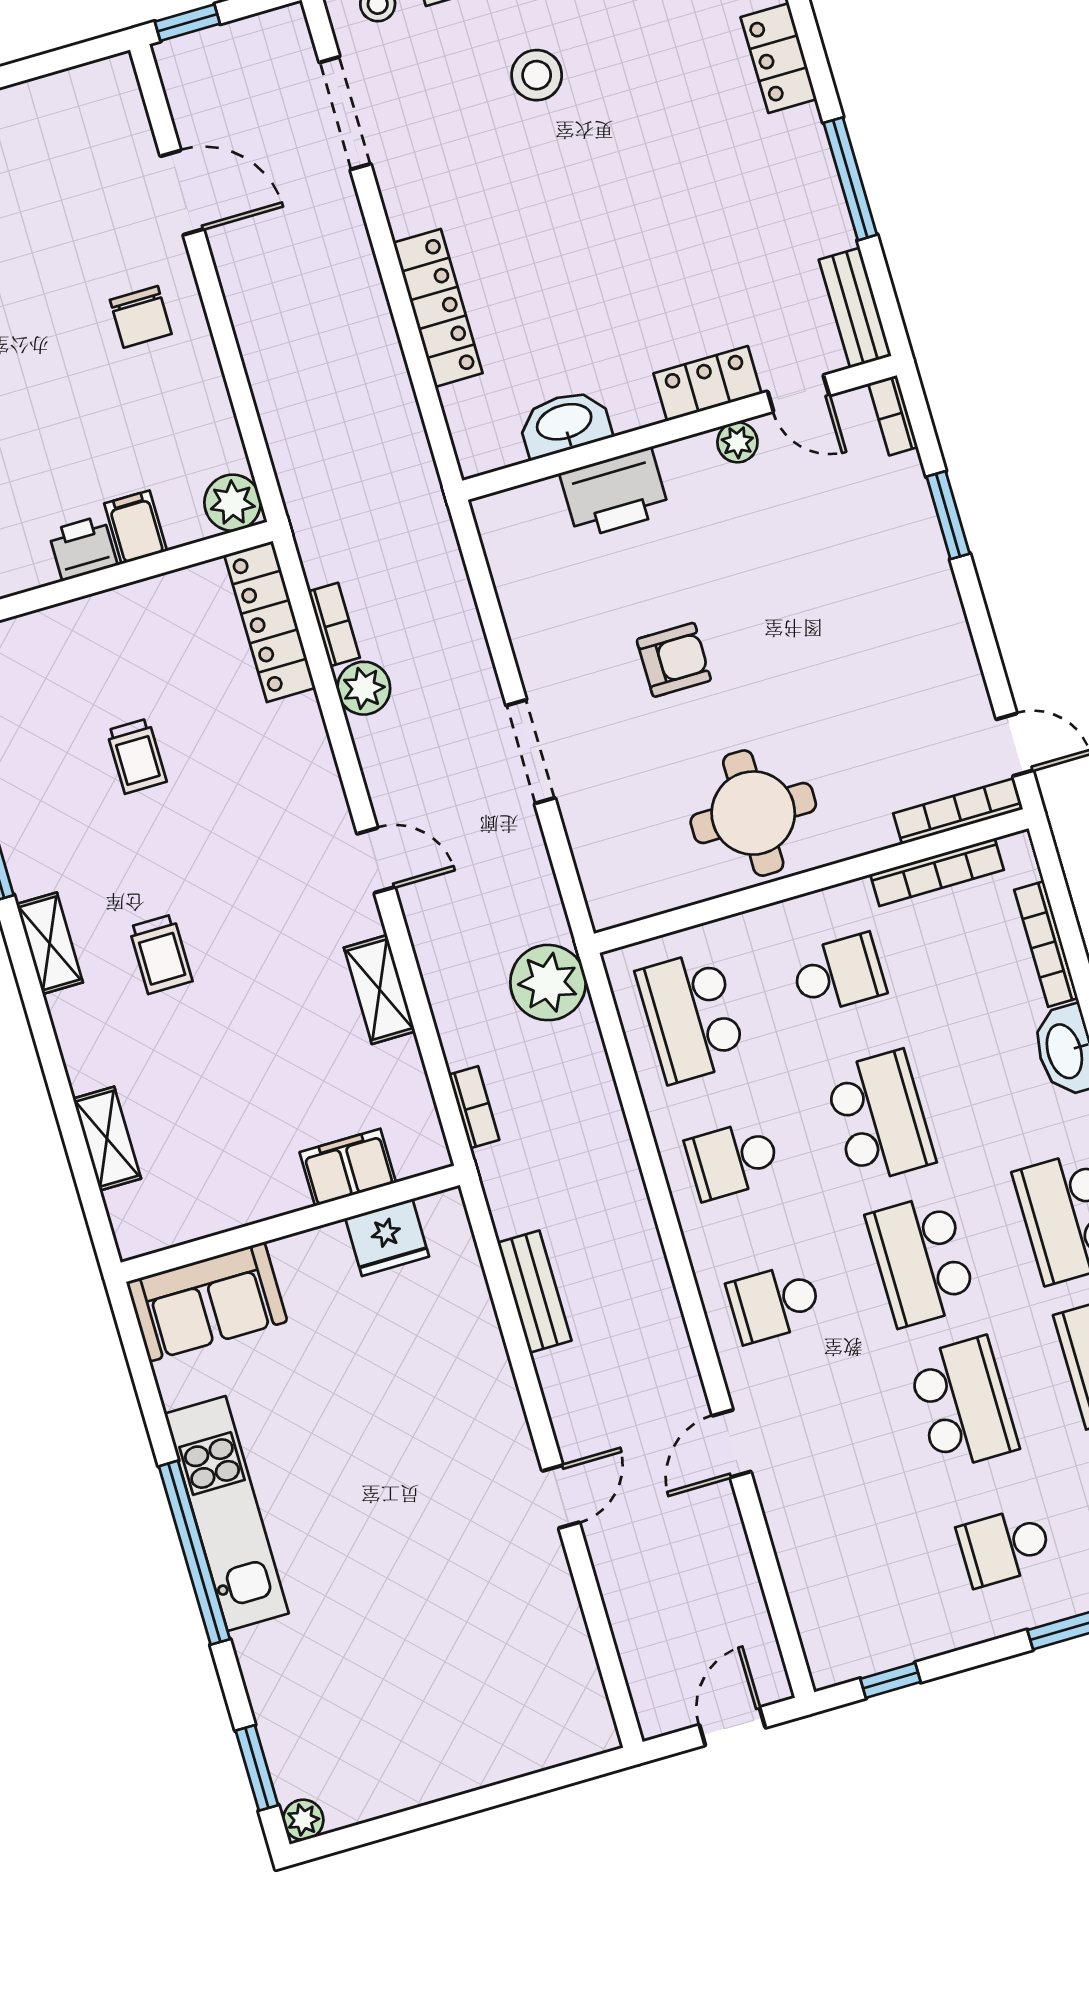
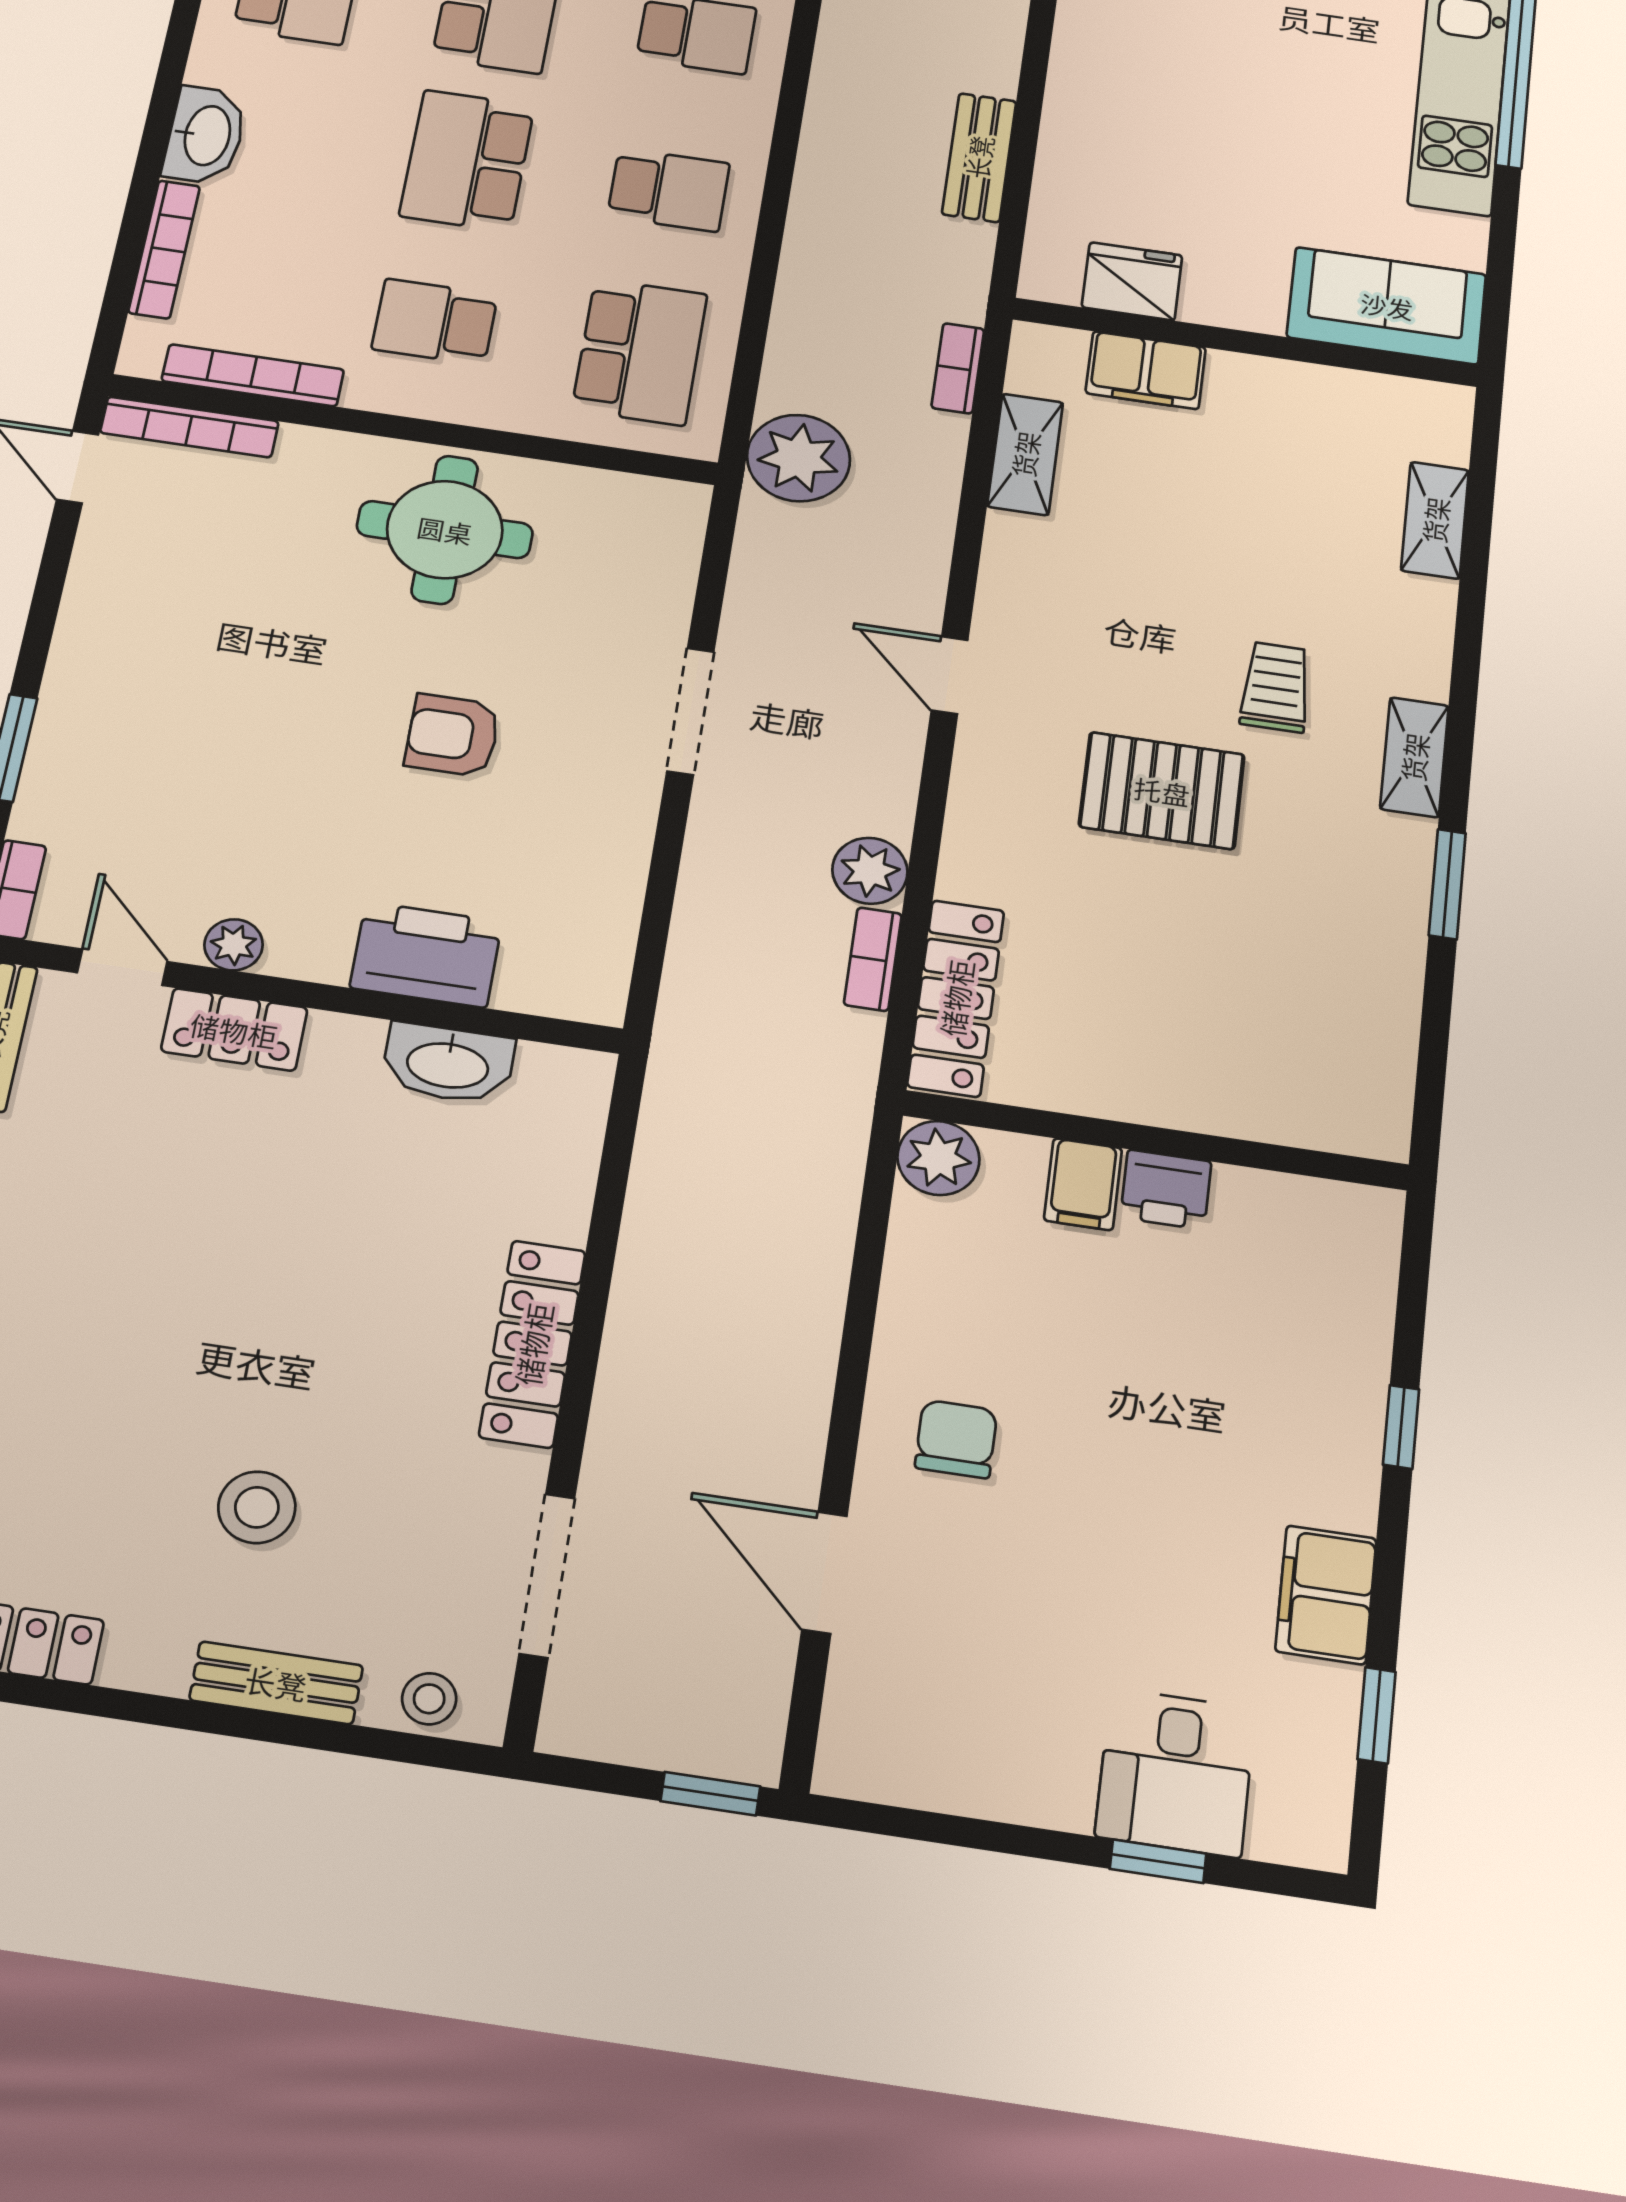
locker: (438, 308) -> (533, 1344), moved
trolley: (137, 756) -> (1205, 918), removed
pallet: (203, 838) -> (1162, 791), added
shelving: (380, 990) -> (1025, 454), moved

